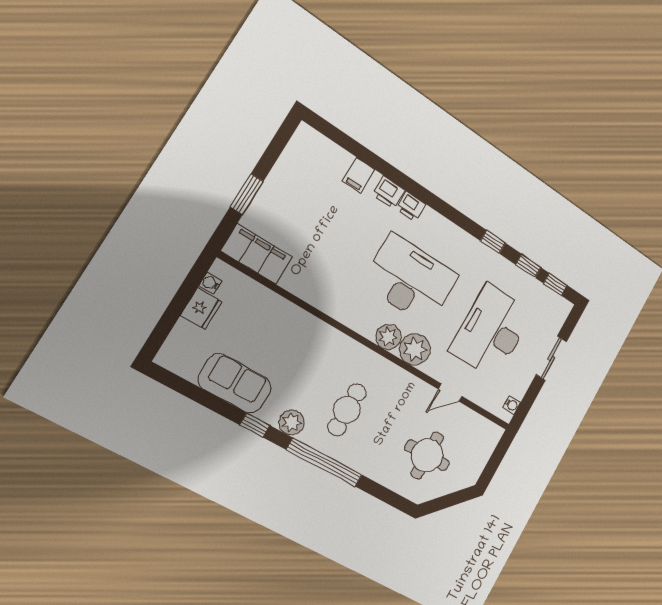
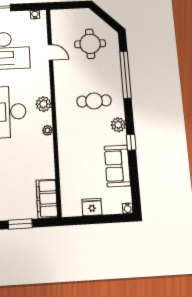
water cooler: (210, 283) -> (128, 208), moved
plant: (415, 349) -> (47, 130), moved, width x0.53, depth x0.53
window: (324, 462) -> (125, 75), moved

